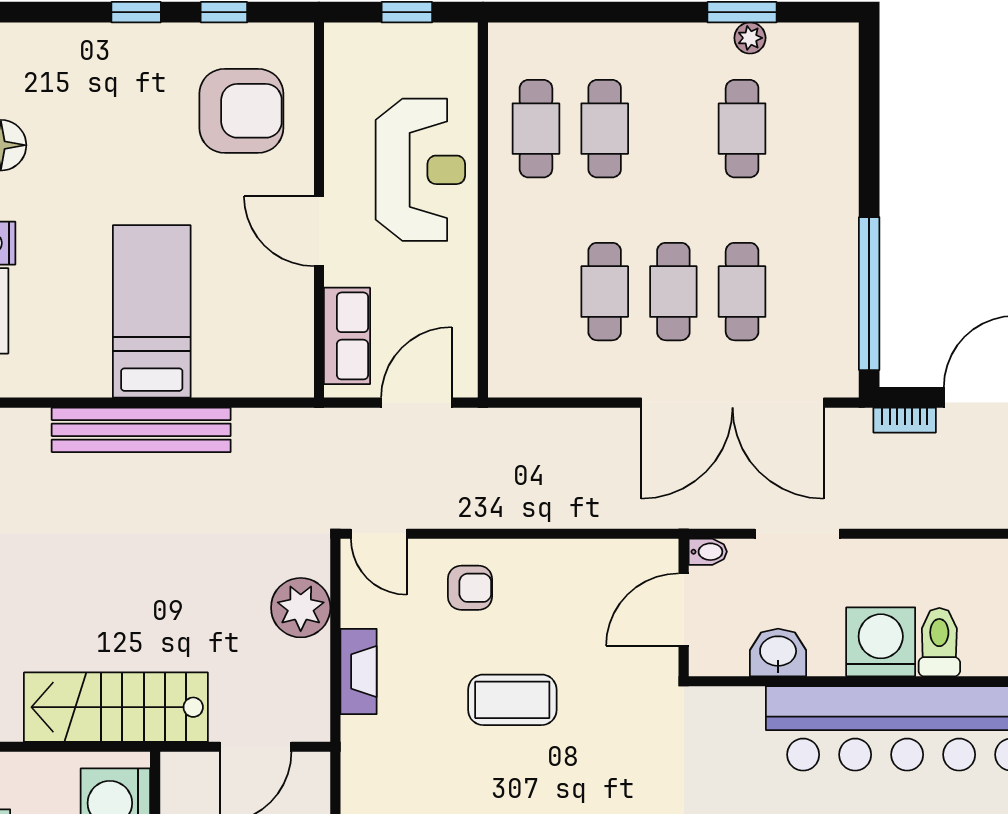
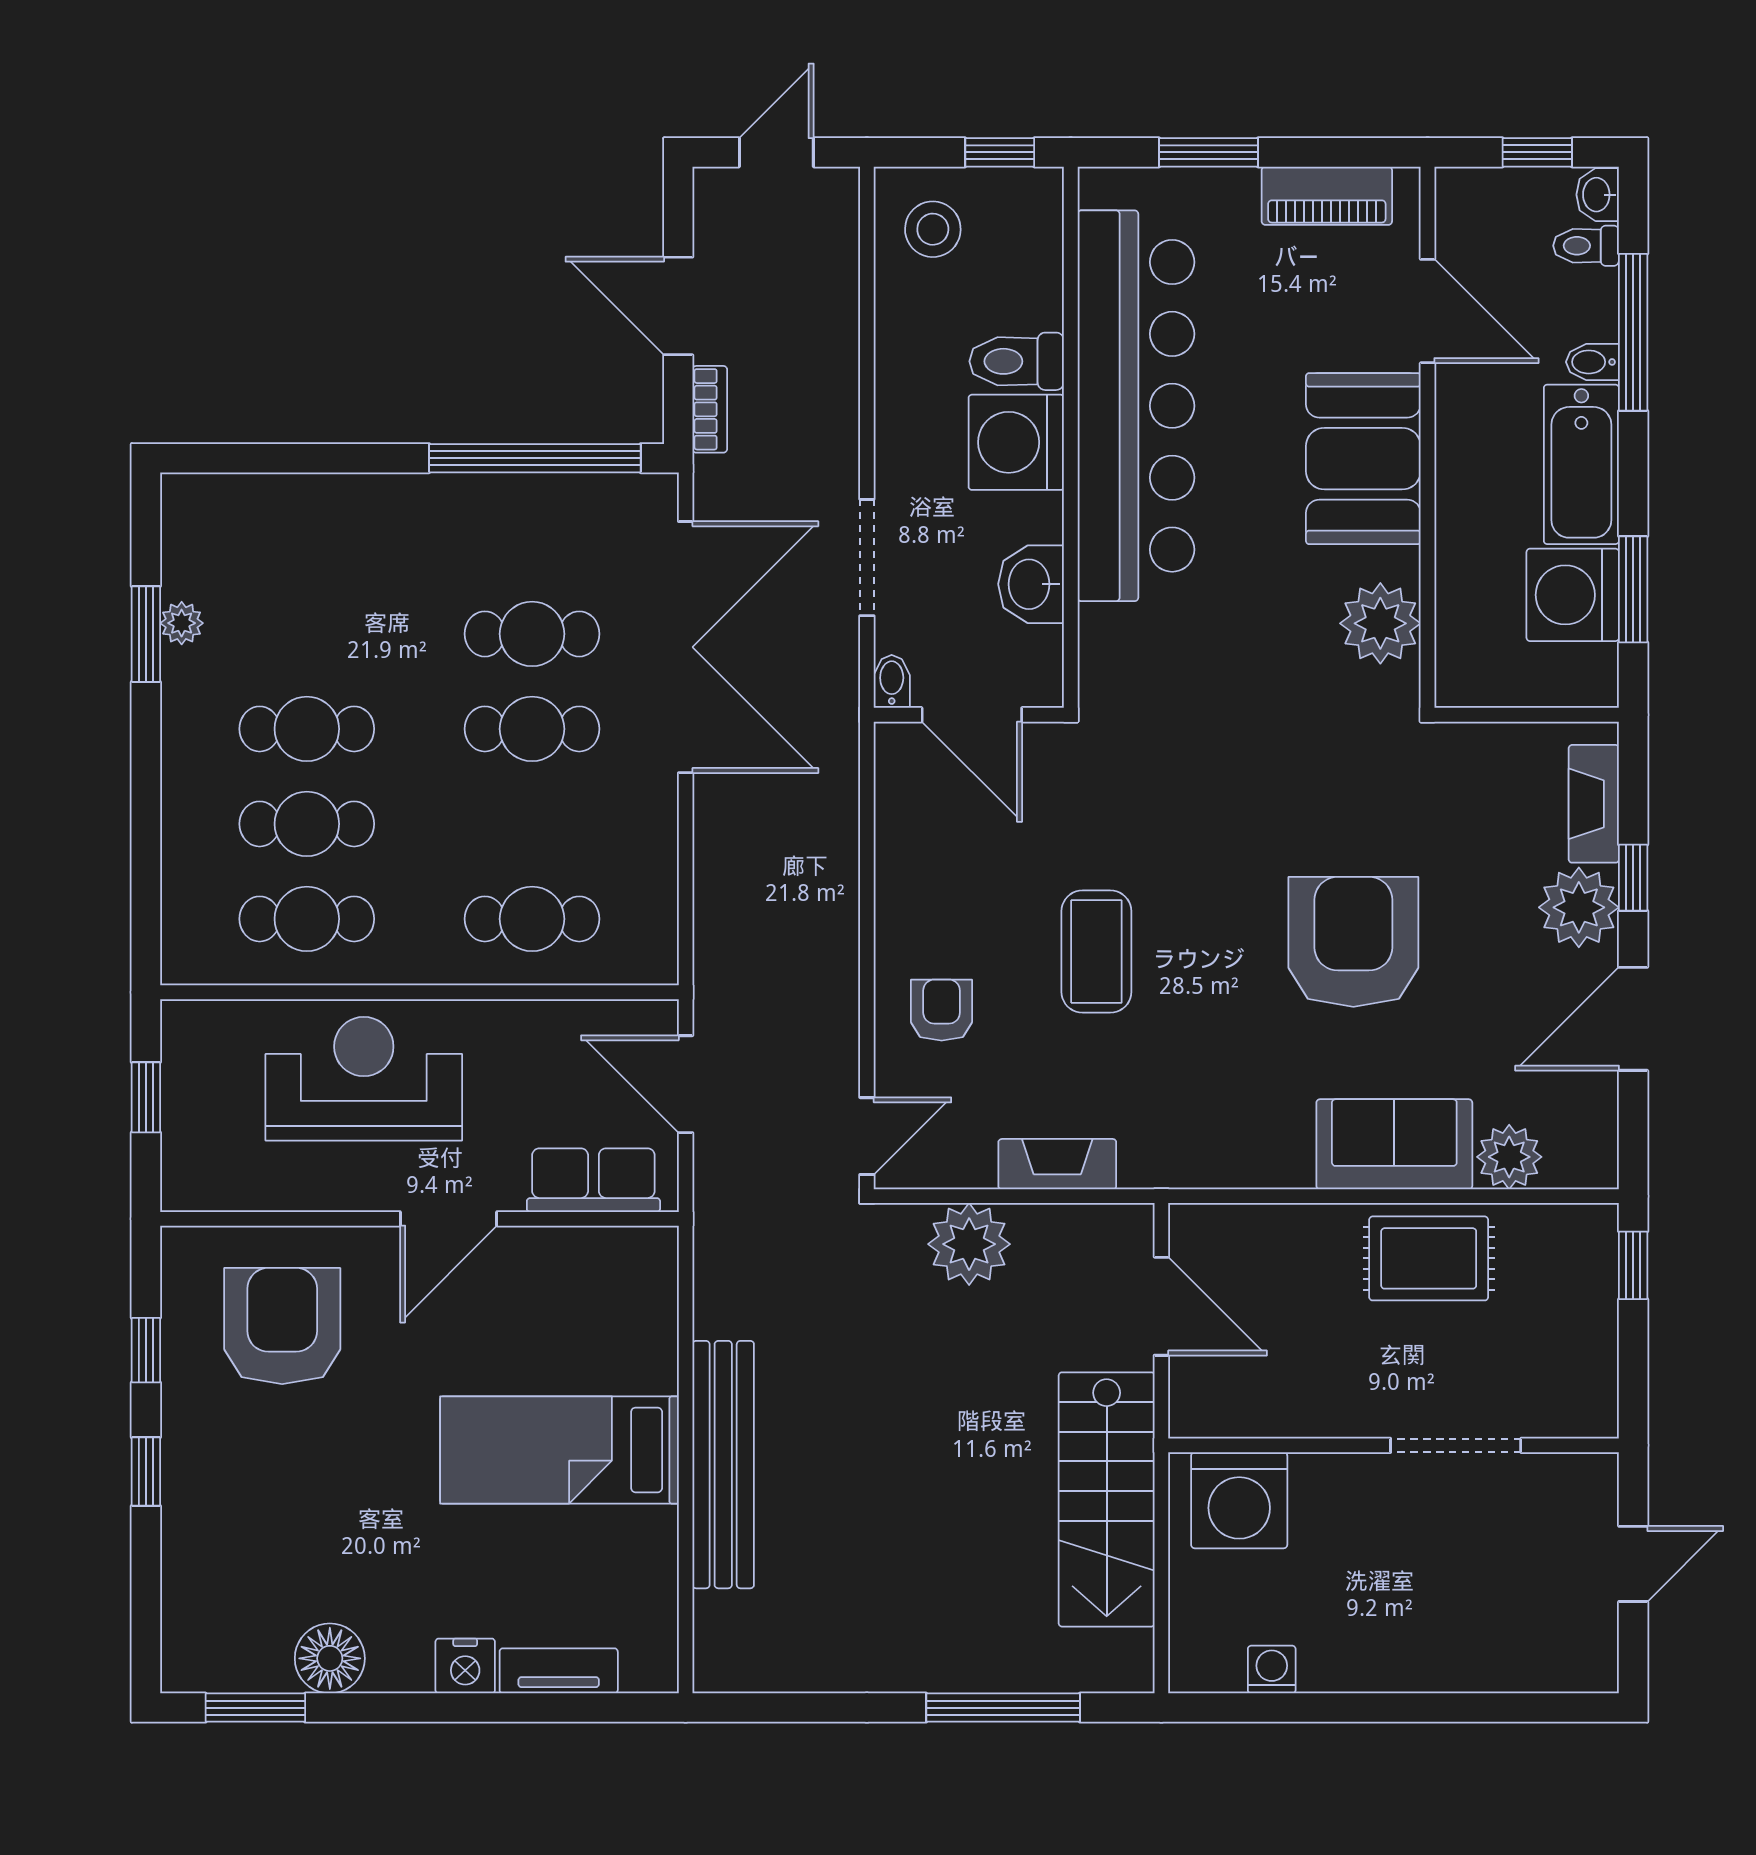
cafe table: (742, 129) -> (307, 729), moved
cafe table: (605, 292) -> (532, 919), moved

